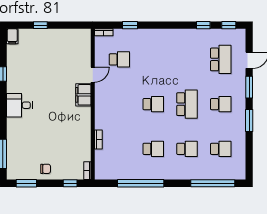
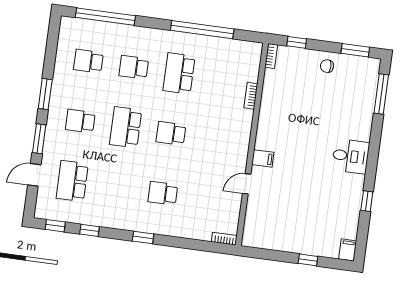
window: (130, 25) -> (143, 238), moved
school desk: (119, 59) -> (163, 193), moved
filing cabinet: (83, 95) -> (263, 158), width x0.50
school desk: (153, 149) -> (179, 73), width x1.85

